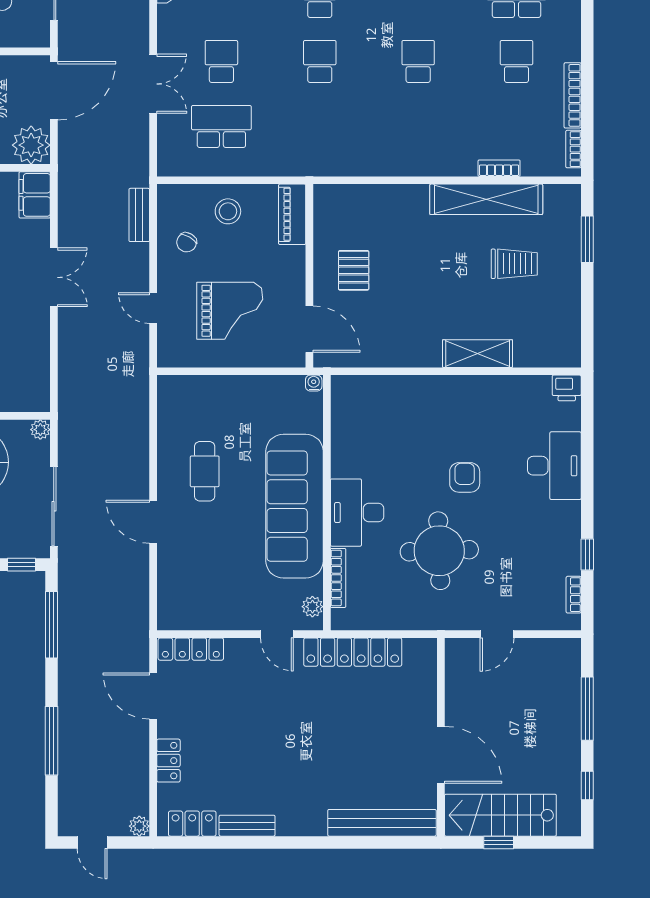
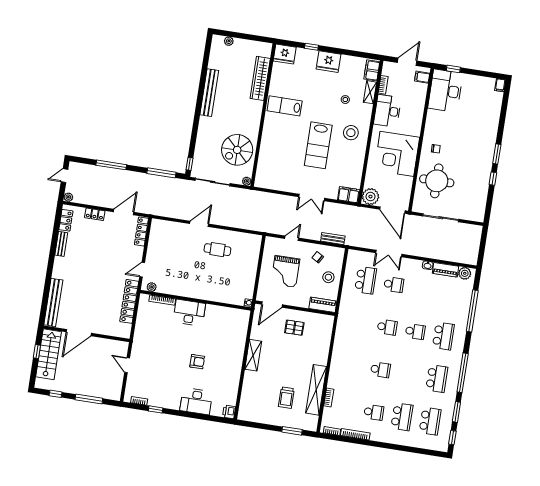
shelving: (478, 354) -> (253, 355), moved
sofa: (295, 506) -> (196, 286), removed
round table: (439, 551) -> (167, 346), removed

